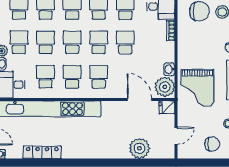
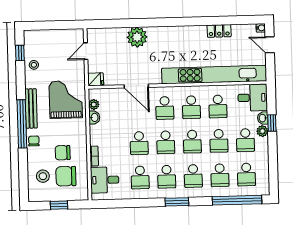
plant: (165, 87) -> (94, 104), width x0.53, depth x0.53
door: (139, 99) -> (136, 86), moved
chair: (212, 144) -> (63, 153), moved
plant: (139, 148) -> (137, 37), moved
locker: (42, 152) -> (219, 31), width x0.66

